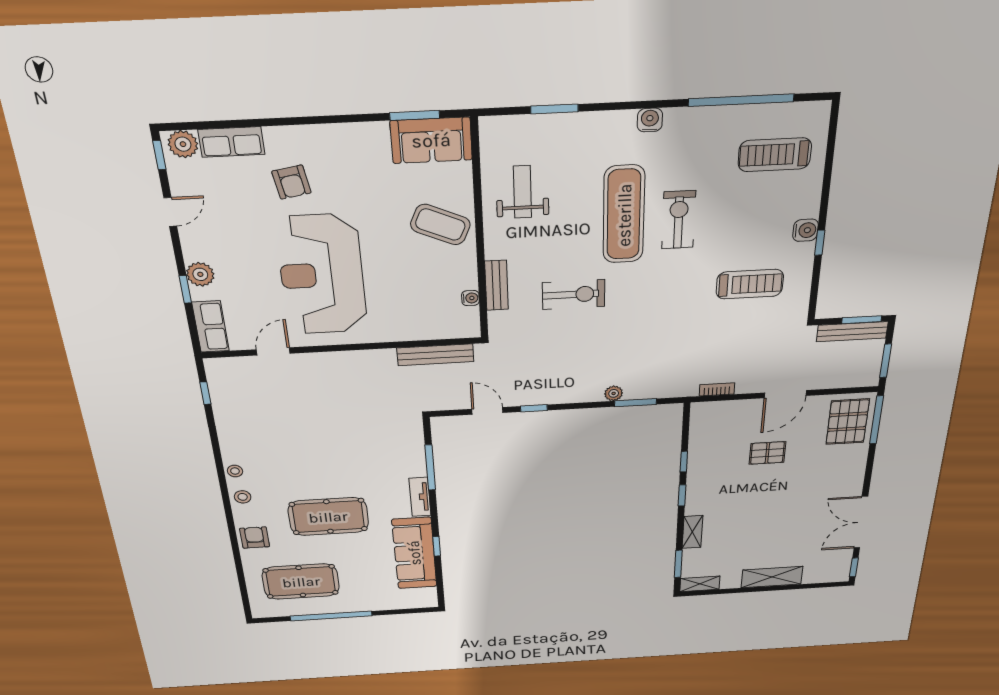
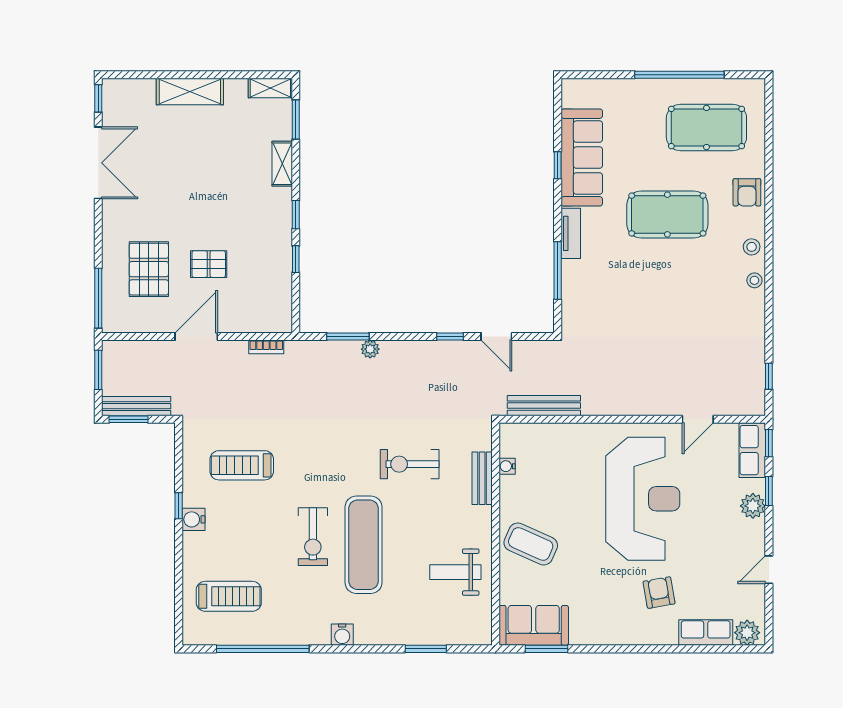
window: (159, 155) -> (769, 443), moved
weight bench: (522, 192) -> (455, 572), turned 90
pallet: (848, 422) -> (149, 269), moved

